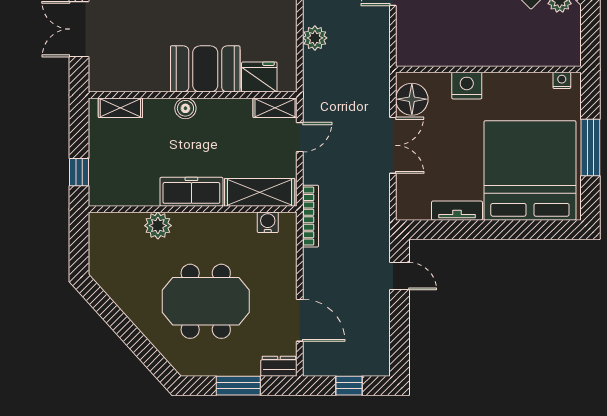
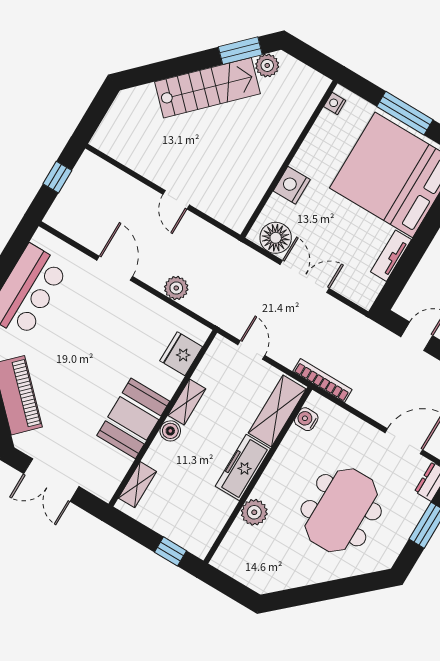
booth: (205, 69) -> (133, 418), moved
shelving: (275, 108) -> (187, 402), moved

